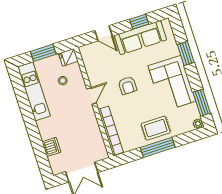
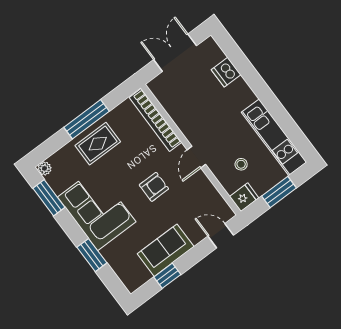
door: (104, 33) -> (221, 236), moved
sofa: (140, 38) -> (166, 250), width x0.73
armchair: (127, 86) -> (154, 187), turned 90

